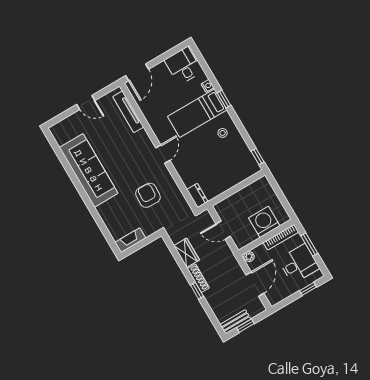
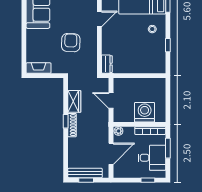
window: (258, 156) -> (168, 45), moved
window: (197, 291) -> (66, 121), moved
bench: (235, 322) -> (85, 173), width x1.36

